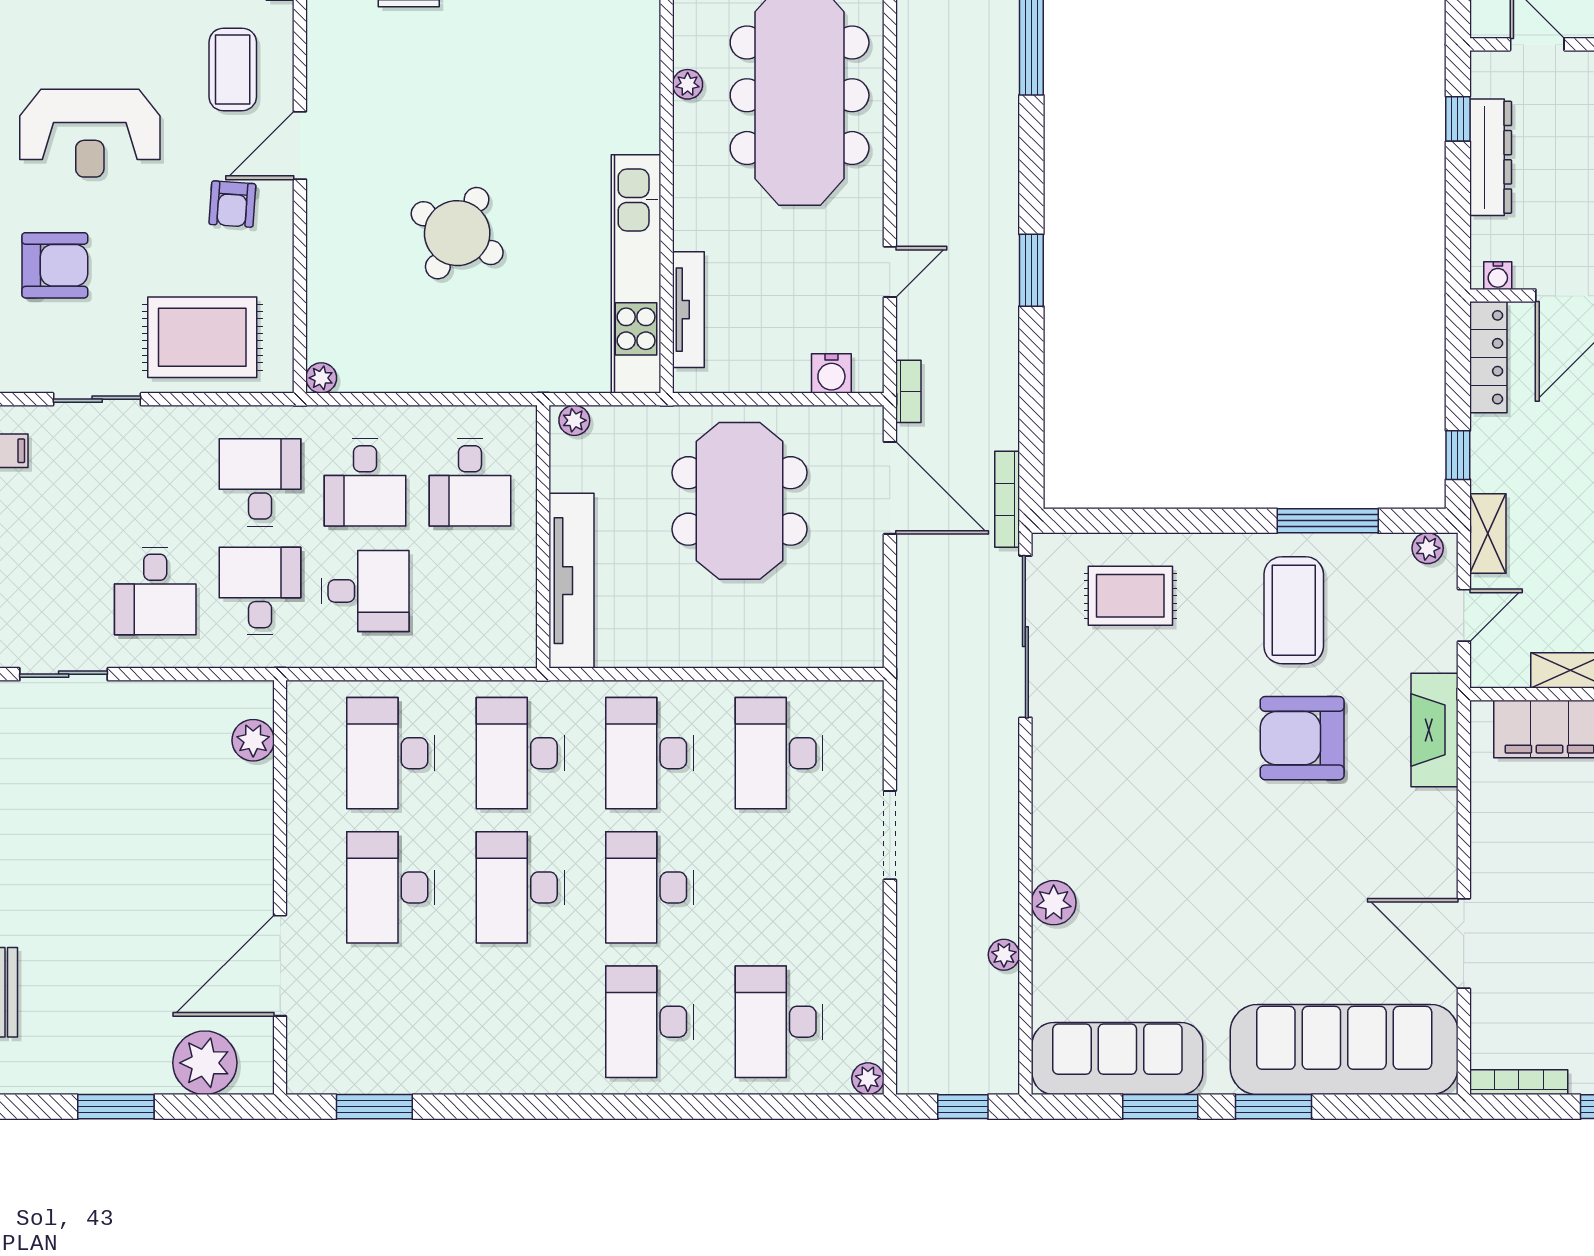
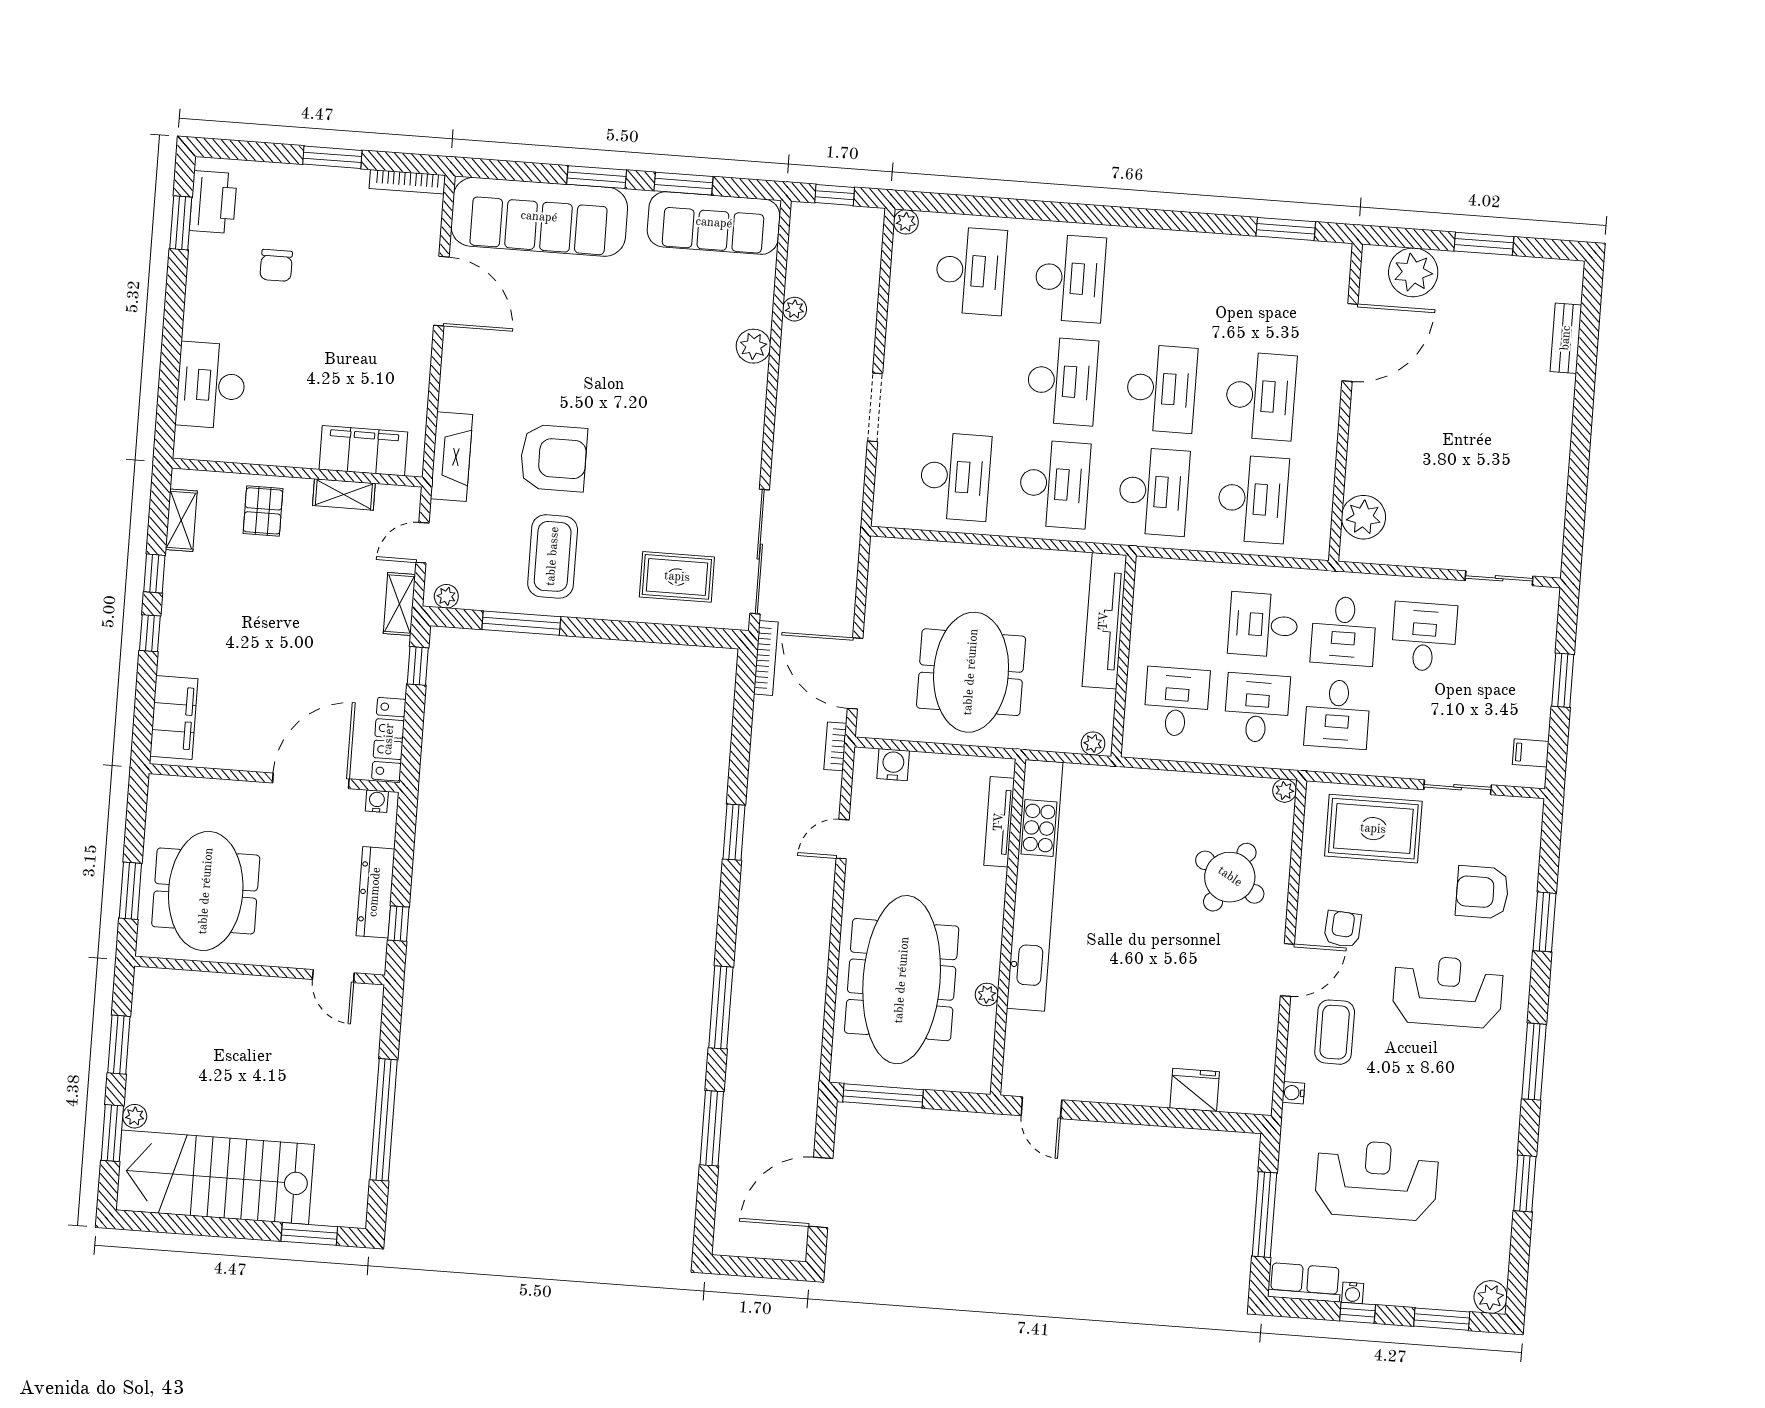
round table: (457, 233) -> (1230, 877), moved
kitchen unit: (636, 274) -> (1035, 885), width x1.36
plant: (253, 740) -> (1363, 517), width x1.36, depth x1.36

